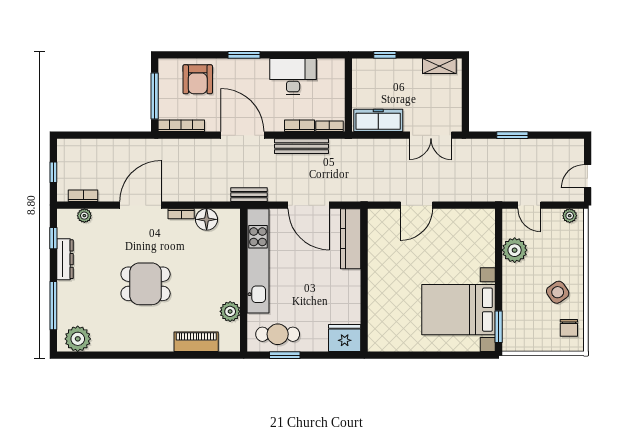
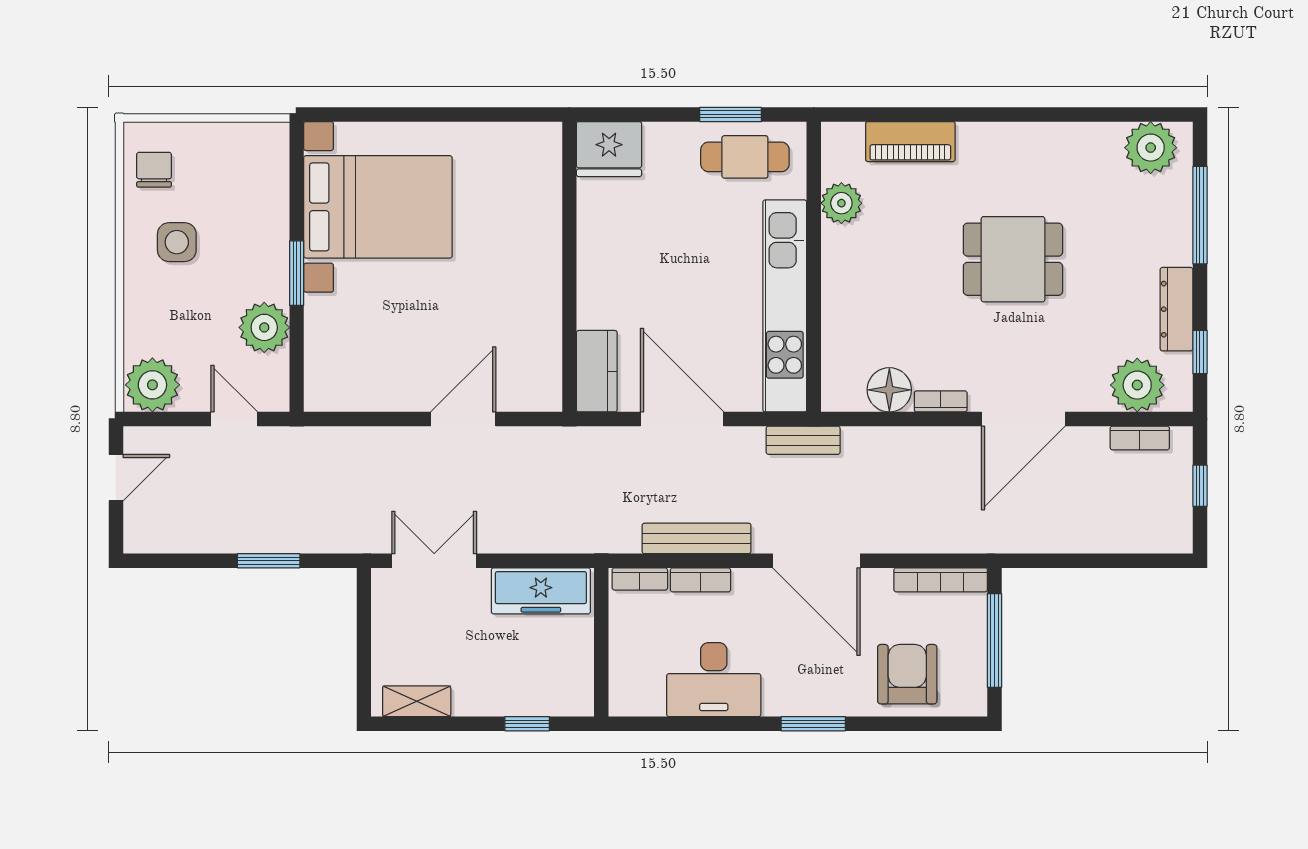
plant: (84, 216) -> (1137, 385), width x1.88, depth x1.88
plant: (570, 216) -> (152, 385), width x1.87, depth x1.87
kitchen counter: (351, 239) -> (597, 371), width x0.67
side table: (558, 292) -> (177, 242), turned 35
window: (499, 327) -> (297, 273), moved

